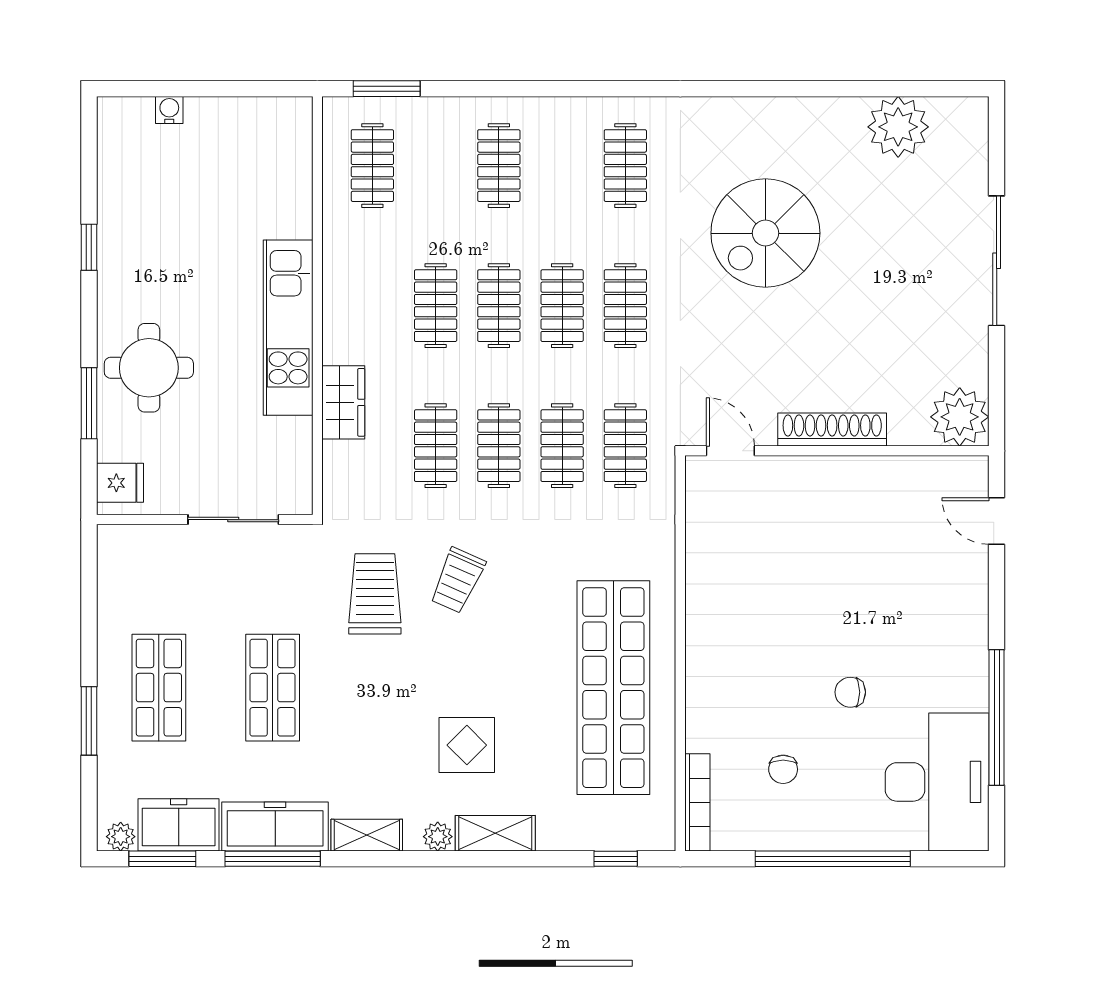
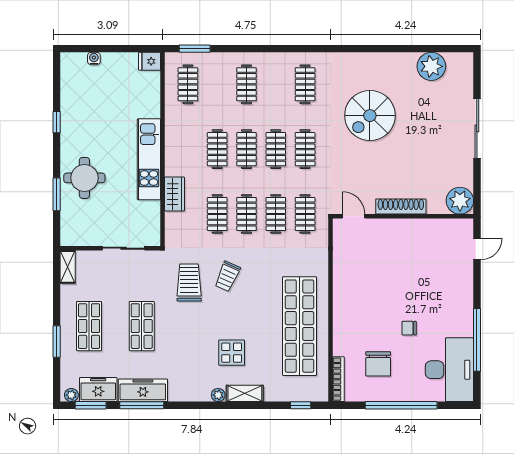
fridge: (120, 483) -> (149, 61), moved, turned 180
door: (997, 521) -> (477, 249), swing flipped
chair: (783, 769) -> (378, 364), width x1.87, depth x1.87
shelving: (367, 835) -> (68, 267), moved, turned 90

